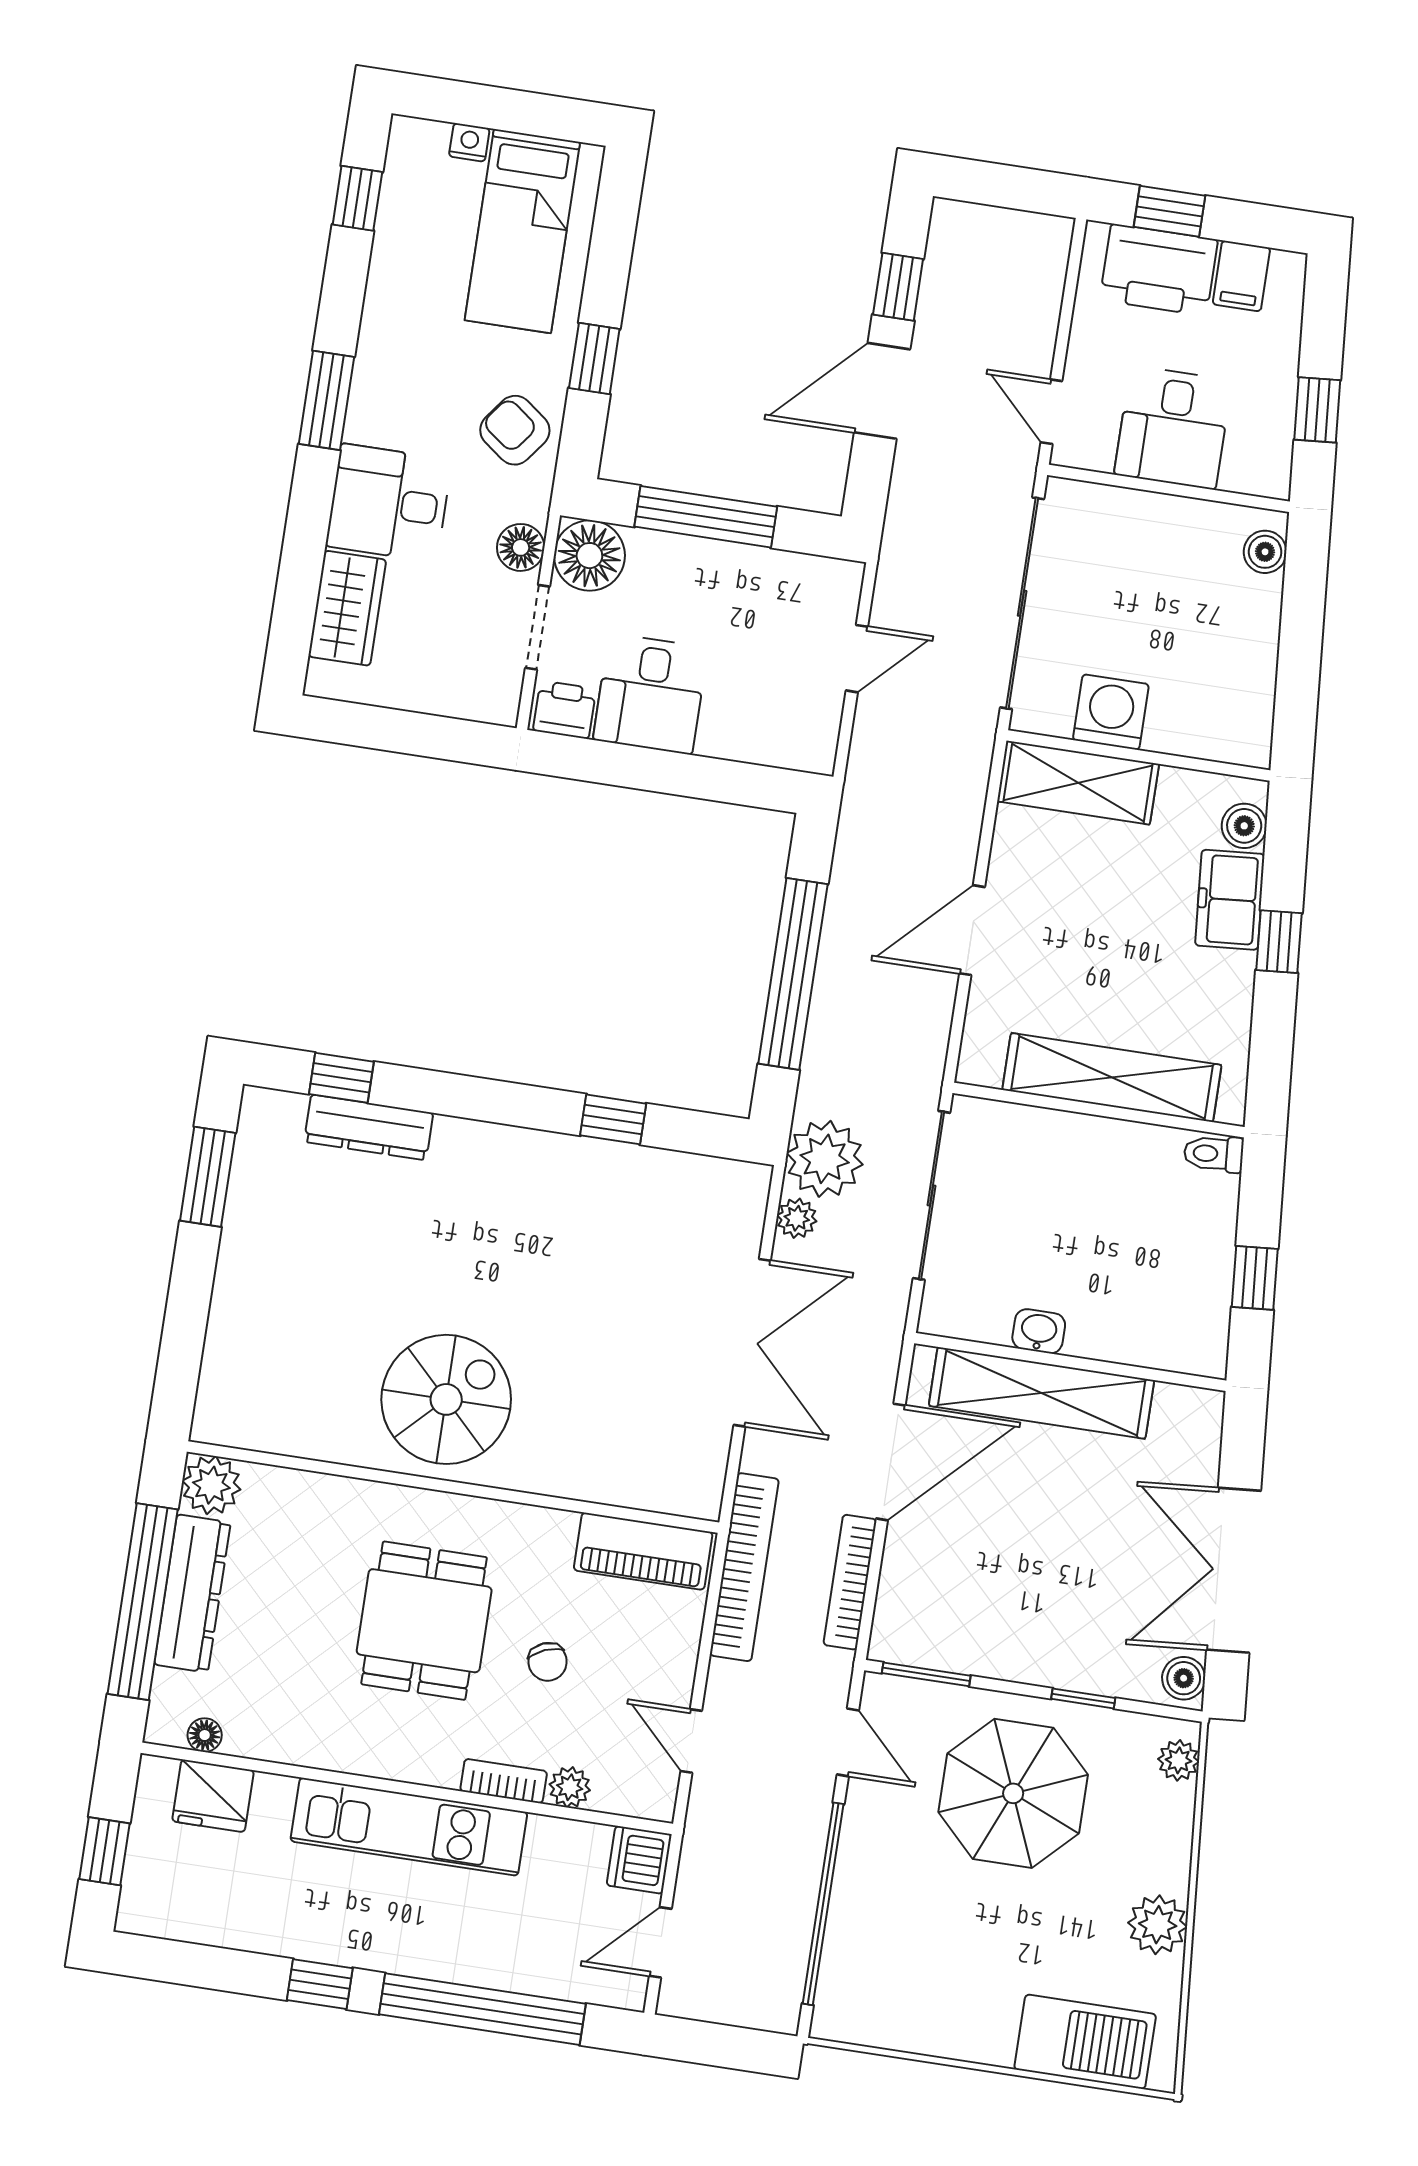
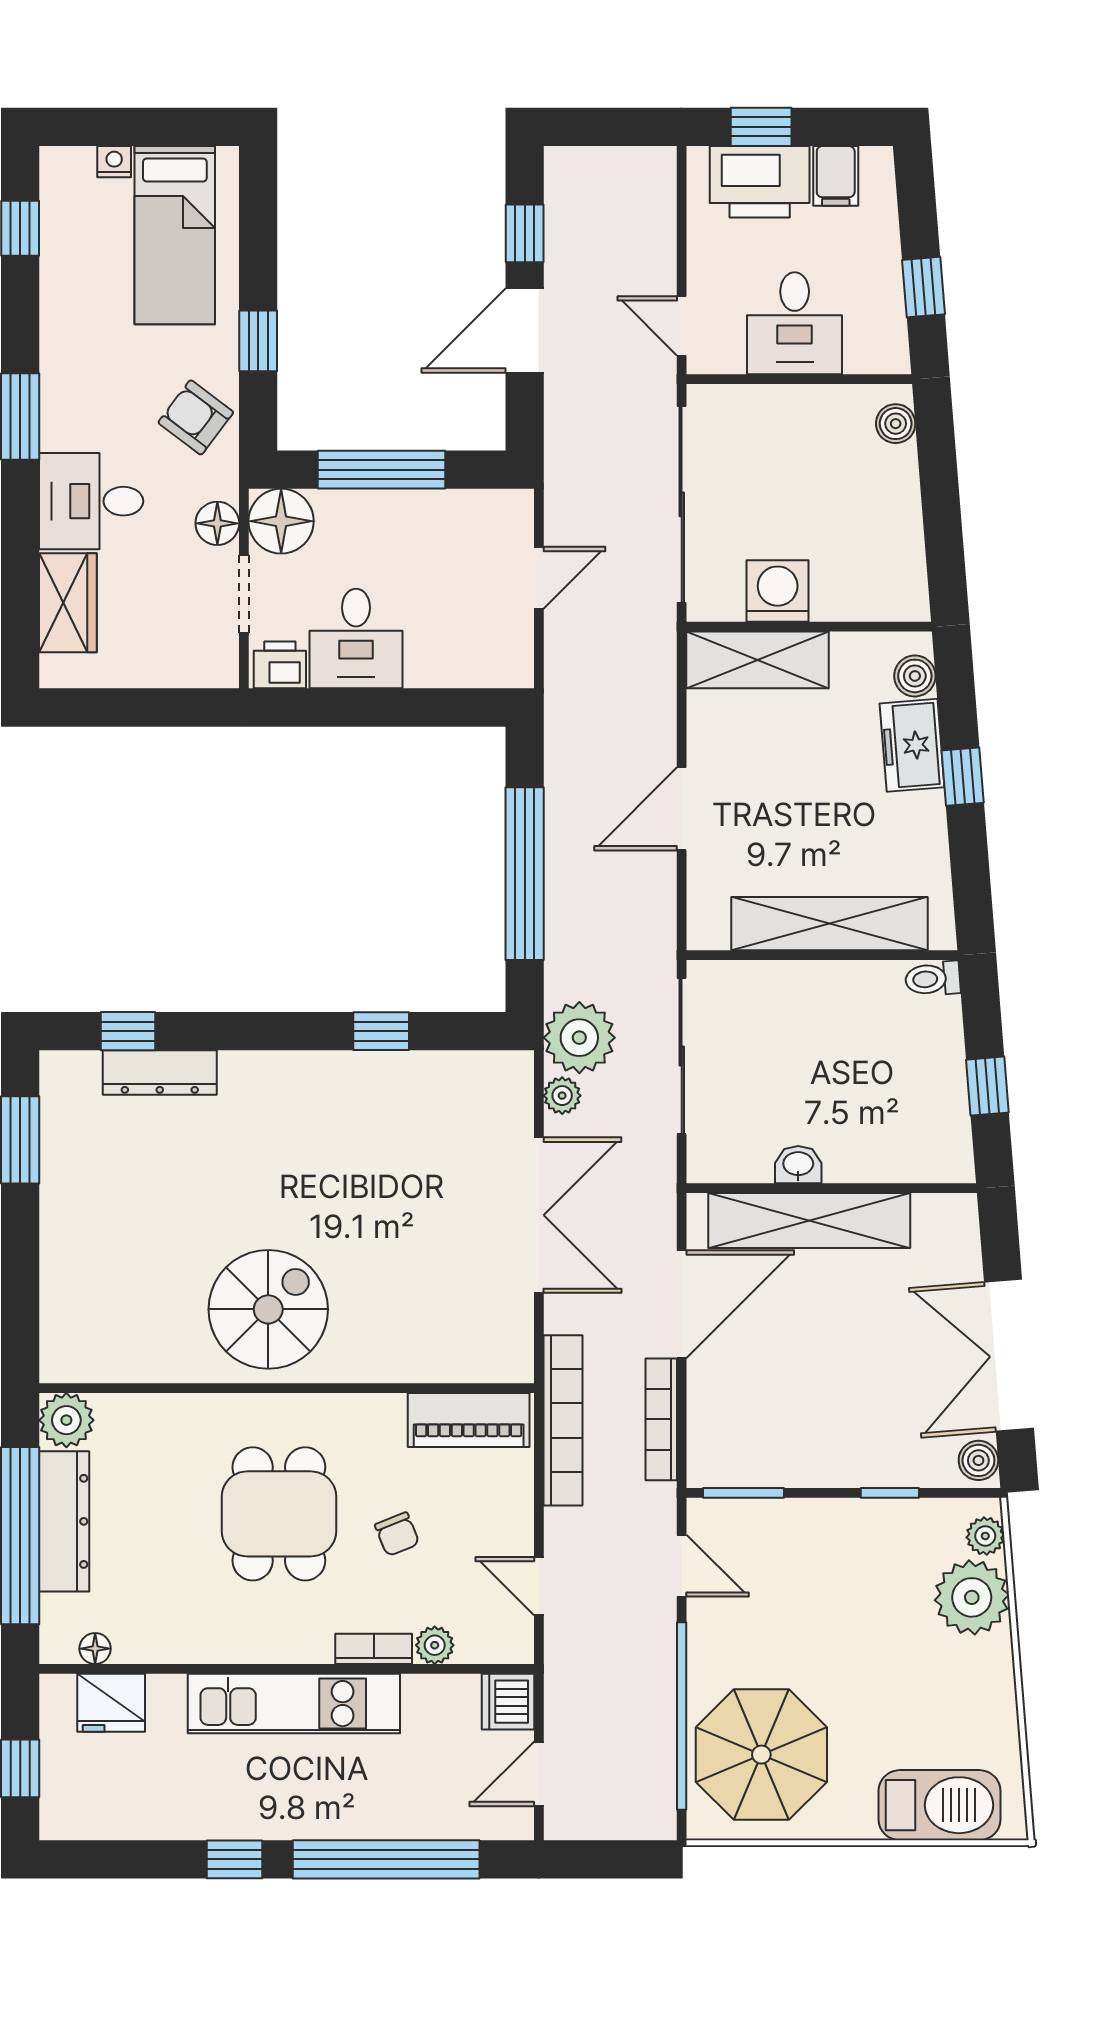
parasol: (1013, 1793) -> (761, 1755), moved
plant: (1158, 1925) -> (972, 1597), moved, width x1.36, depth x1.36

